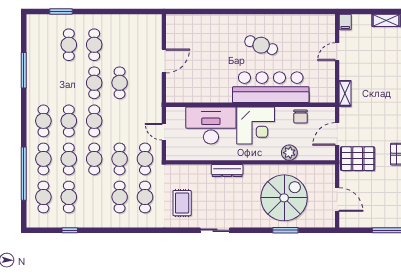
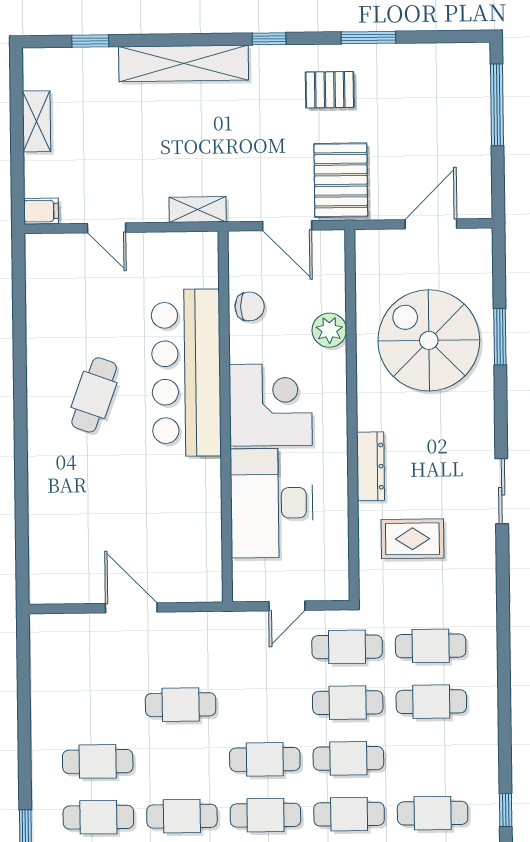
cafe table: (94, 83) -> (182, 816), moved
rug: (182, 203) -> (412, 539), moved

